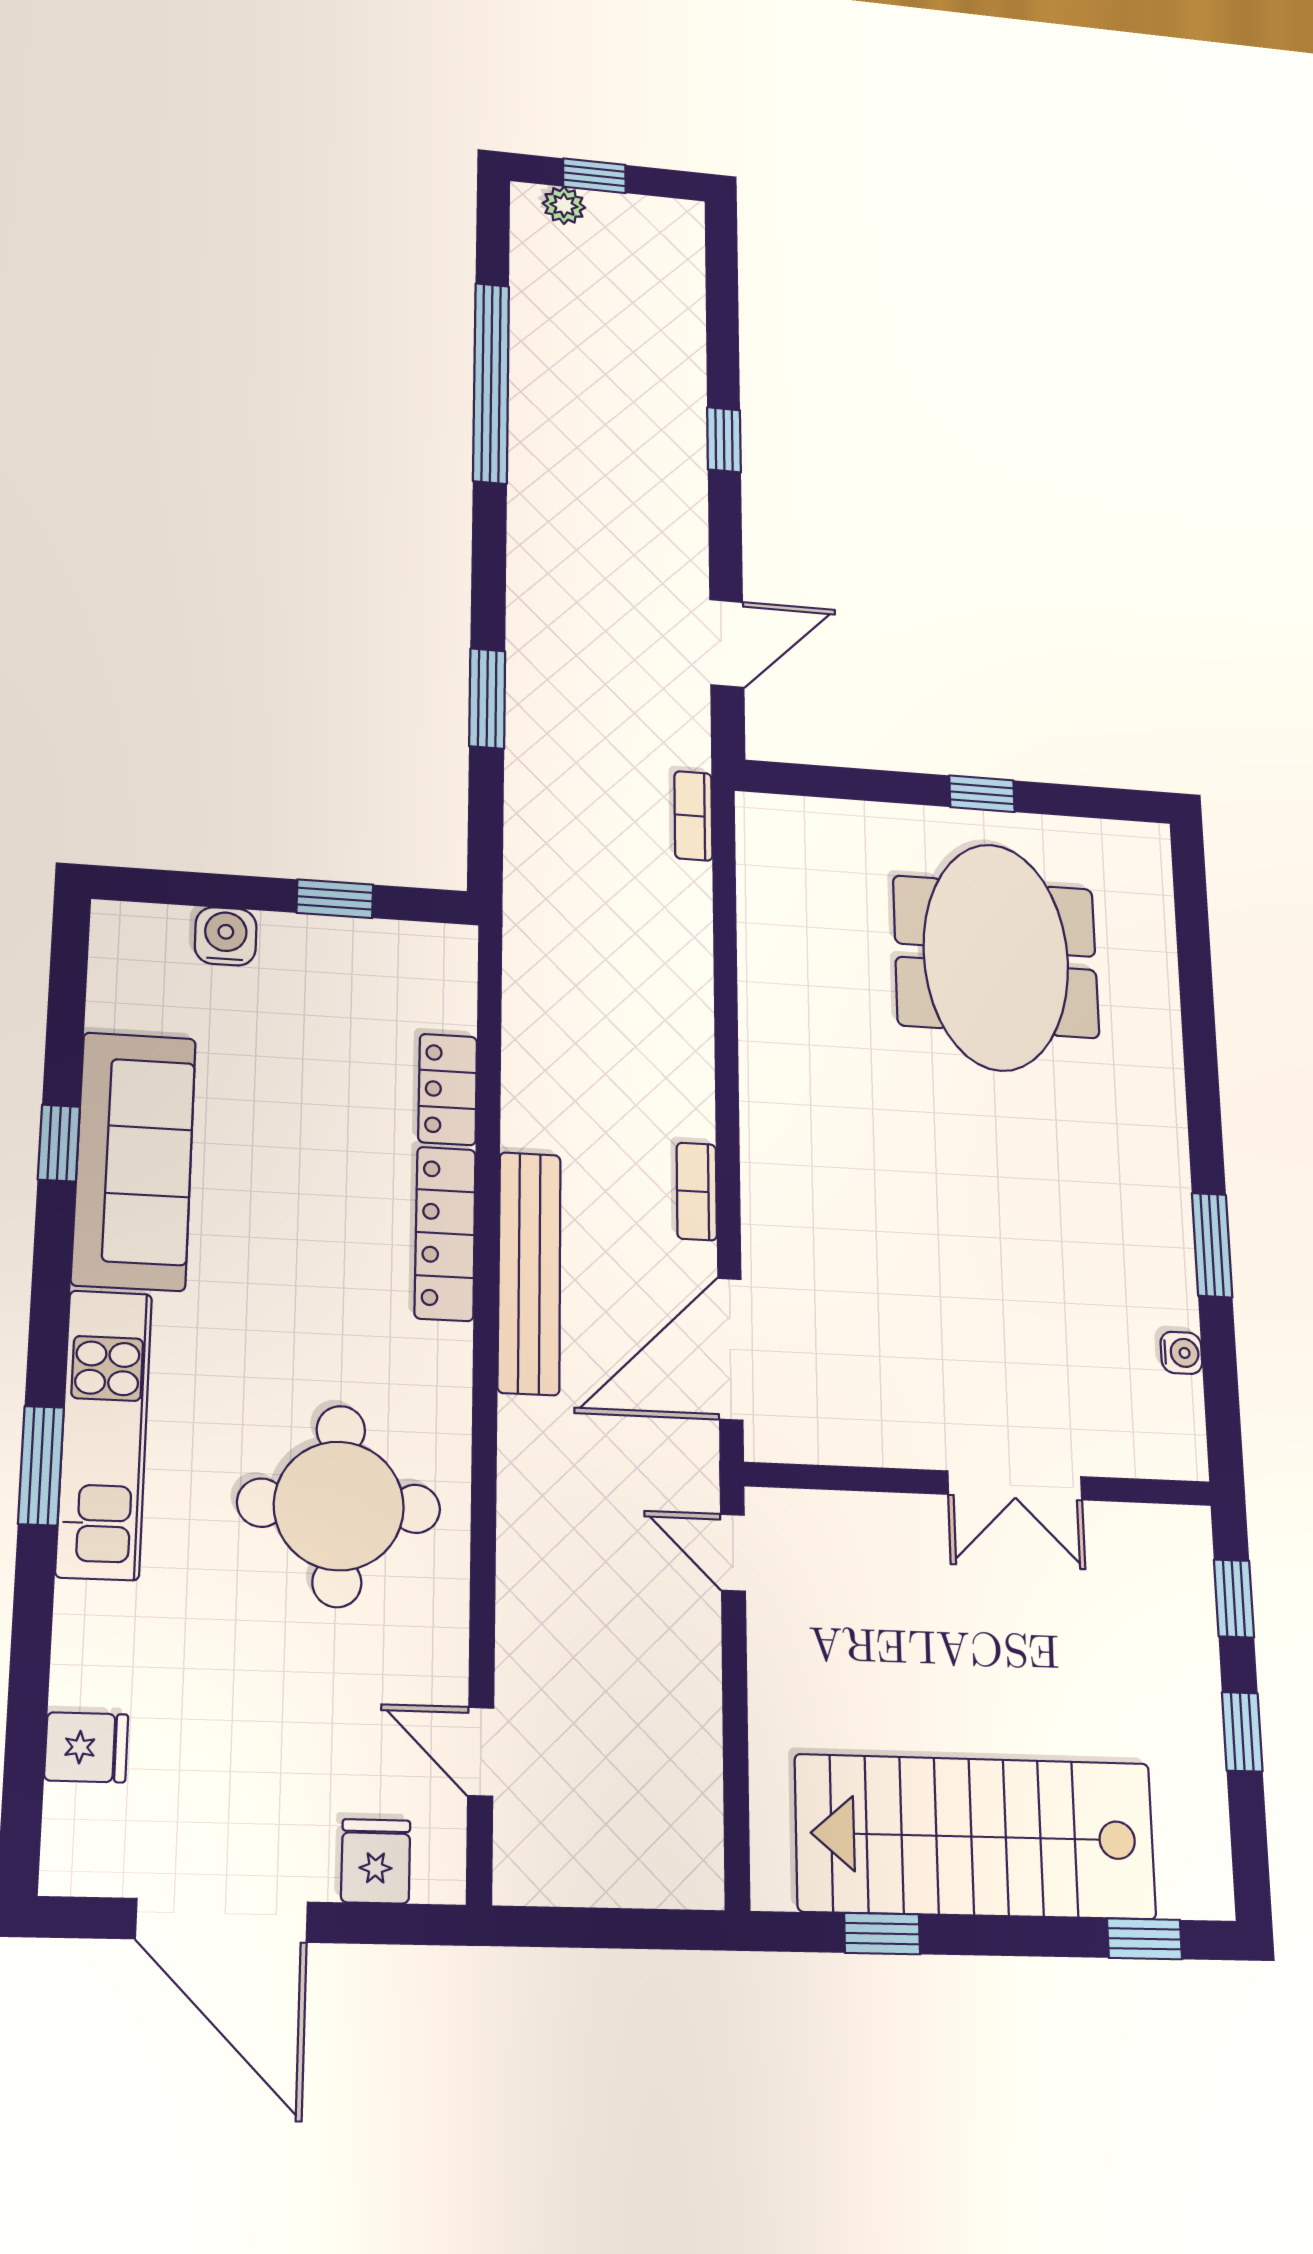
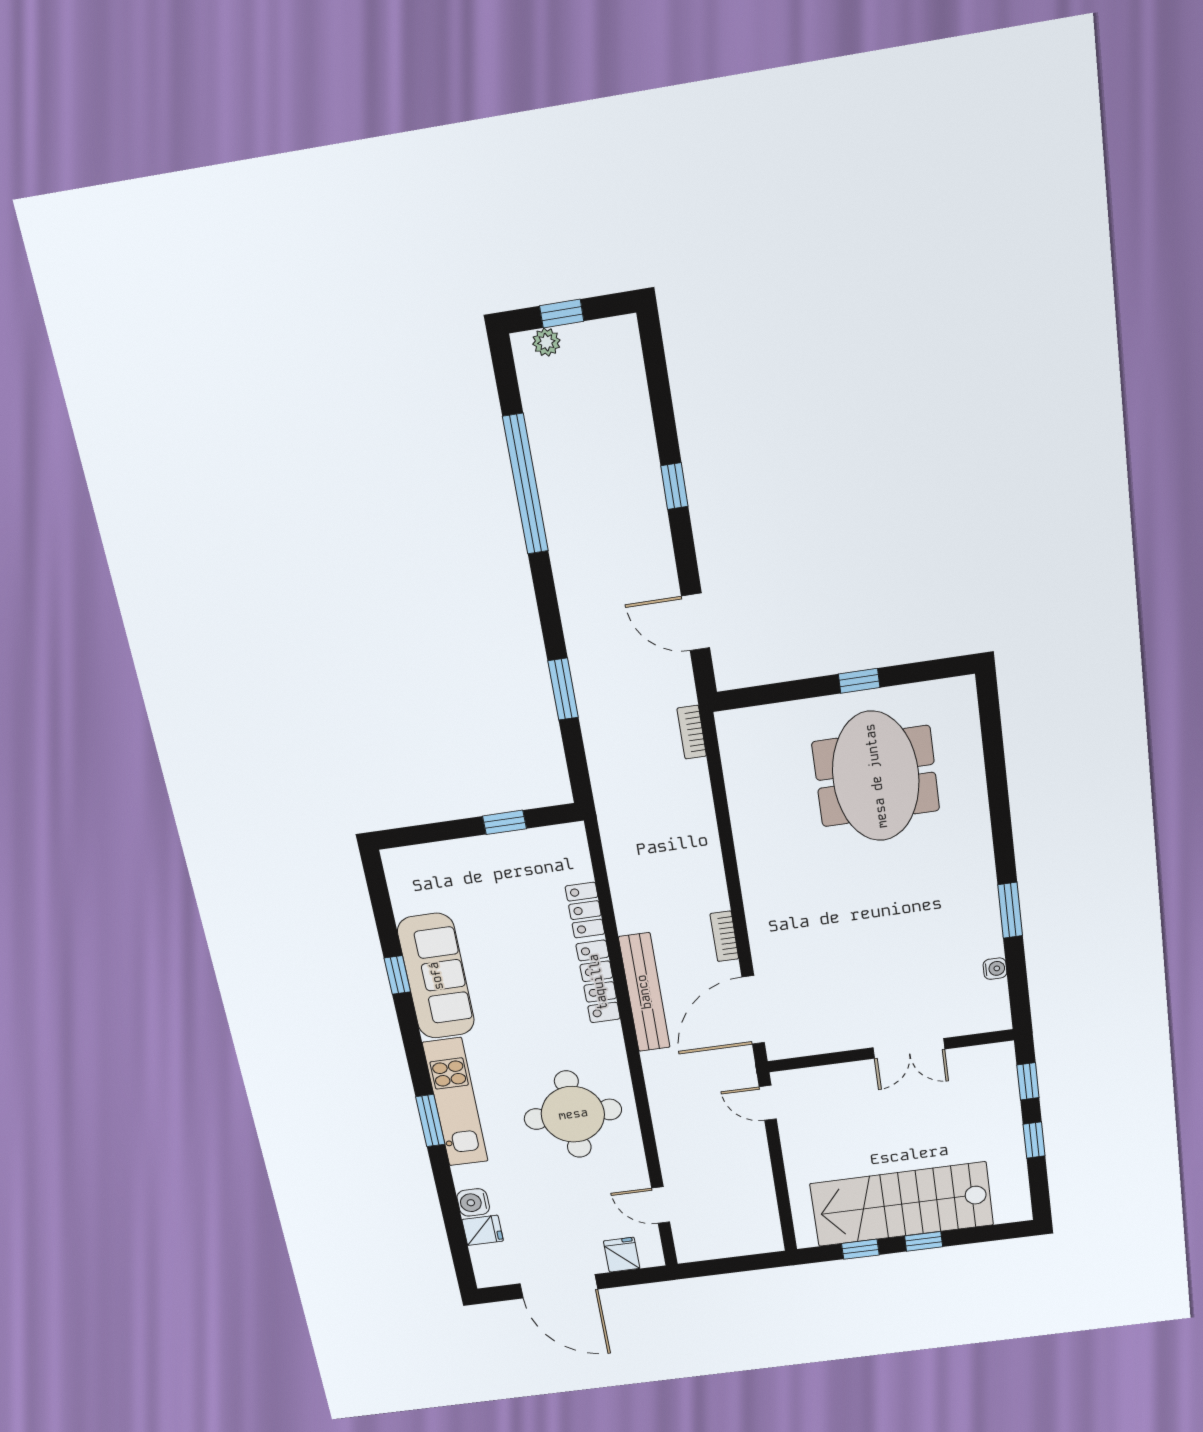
door: (727, 643) -> (696, 622), swing flipped
water cooler: (226, 936) -> (473, 1202), moved, turned -90
window: (1144, 1939) -> (924, 1241), moved

